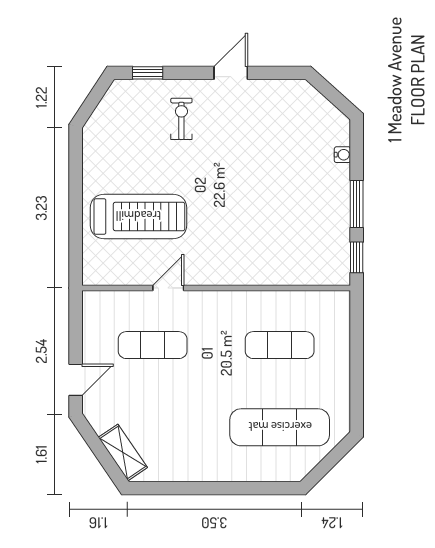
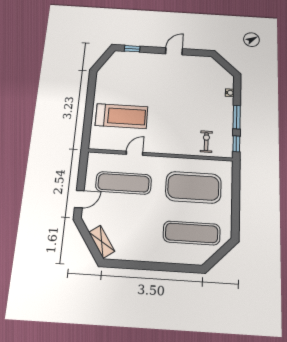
exercise bike: (181, 119) -> (206, 142), moved
exercise mat: (153, 345) -> (124, 183), width x1.36, depth x1.45
exercise mat: (280, 345) -> (193, 187), width x2.00, depth x1.45

